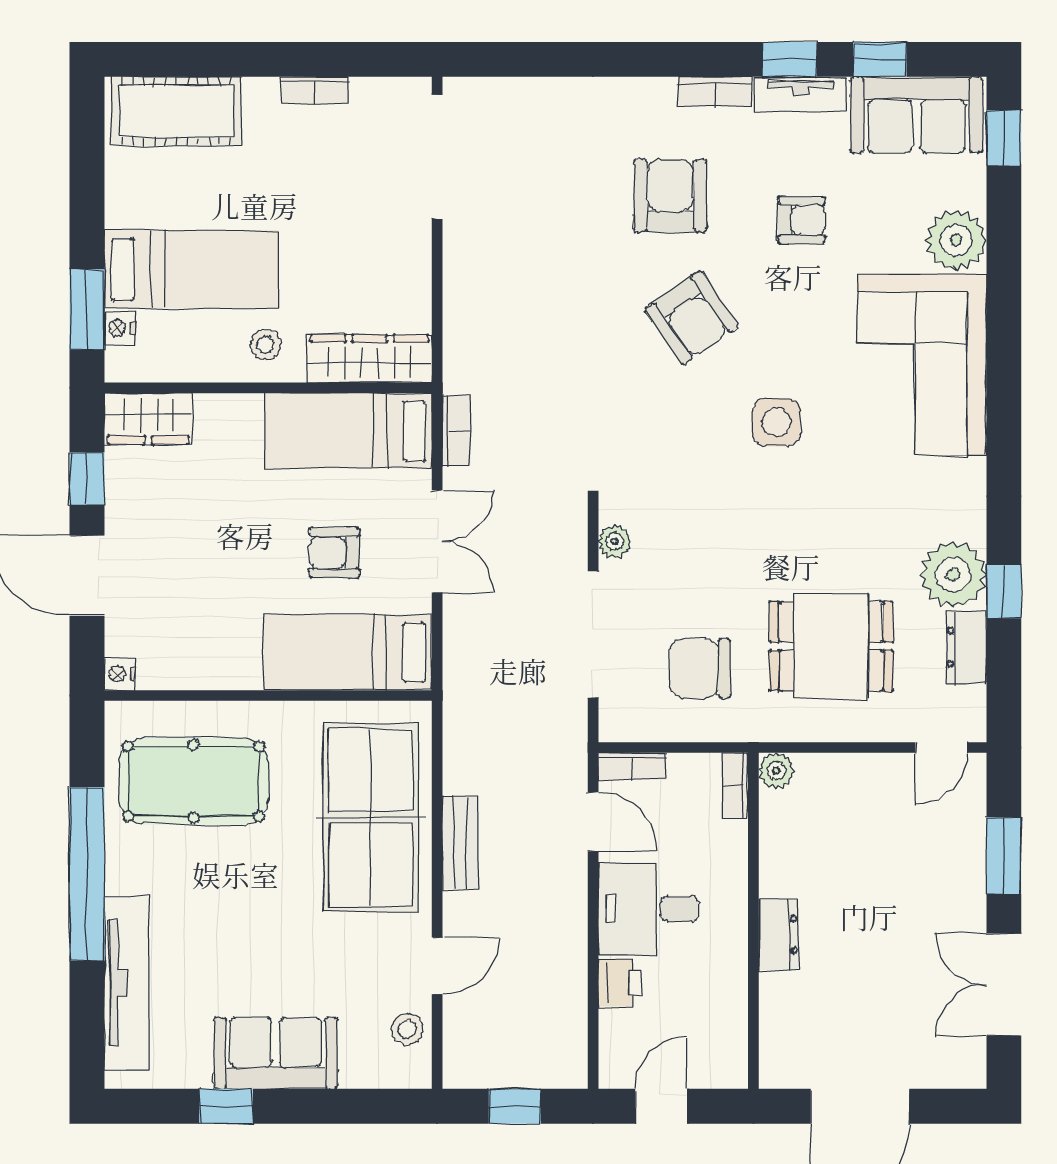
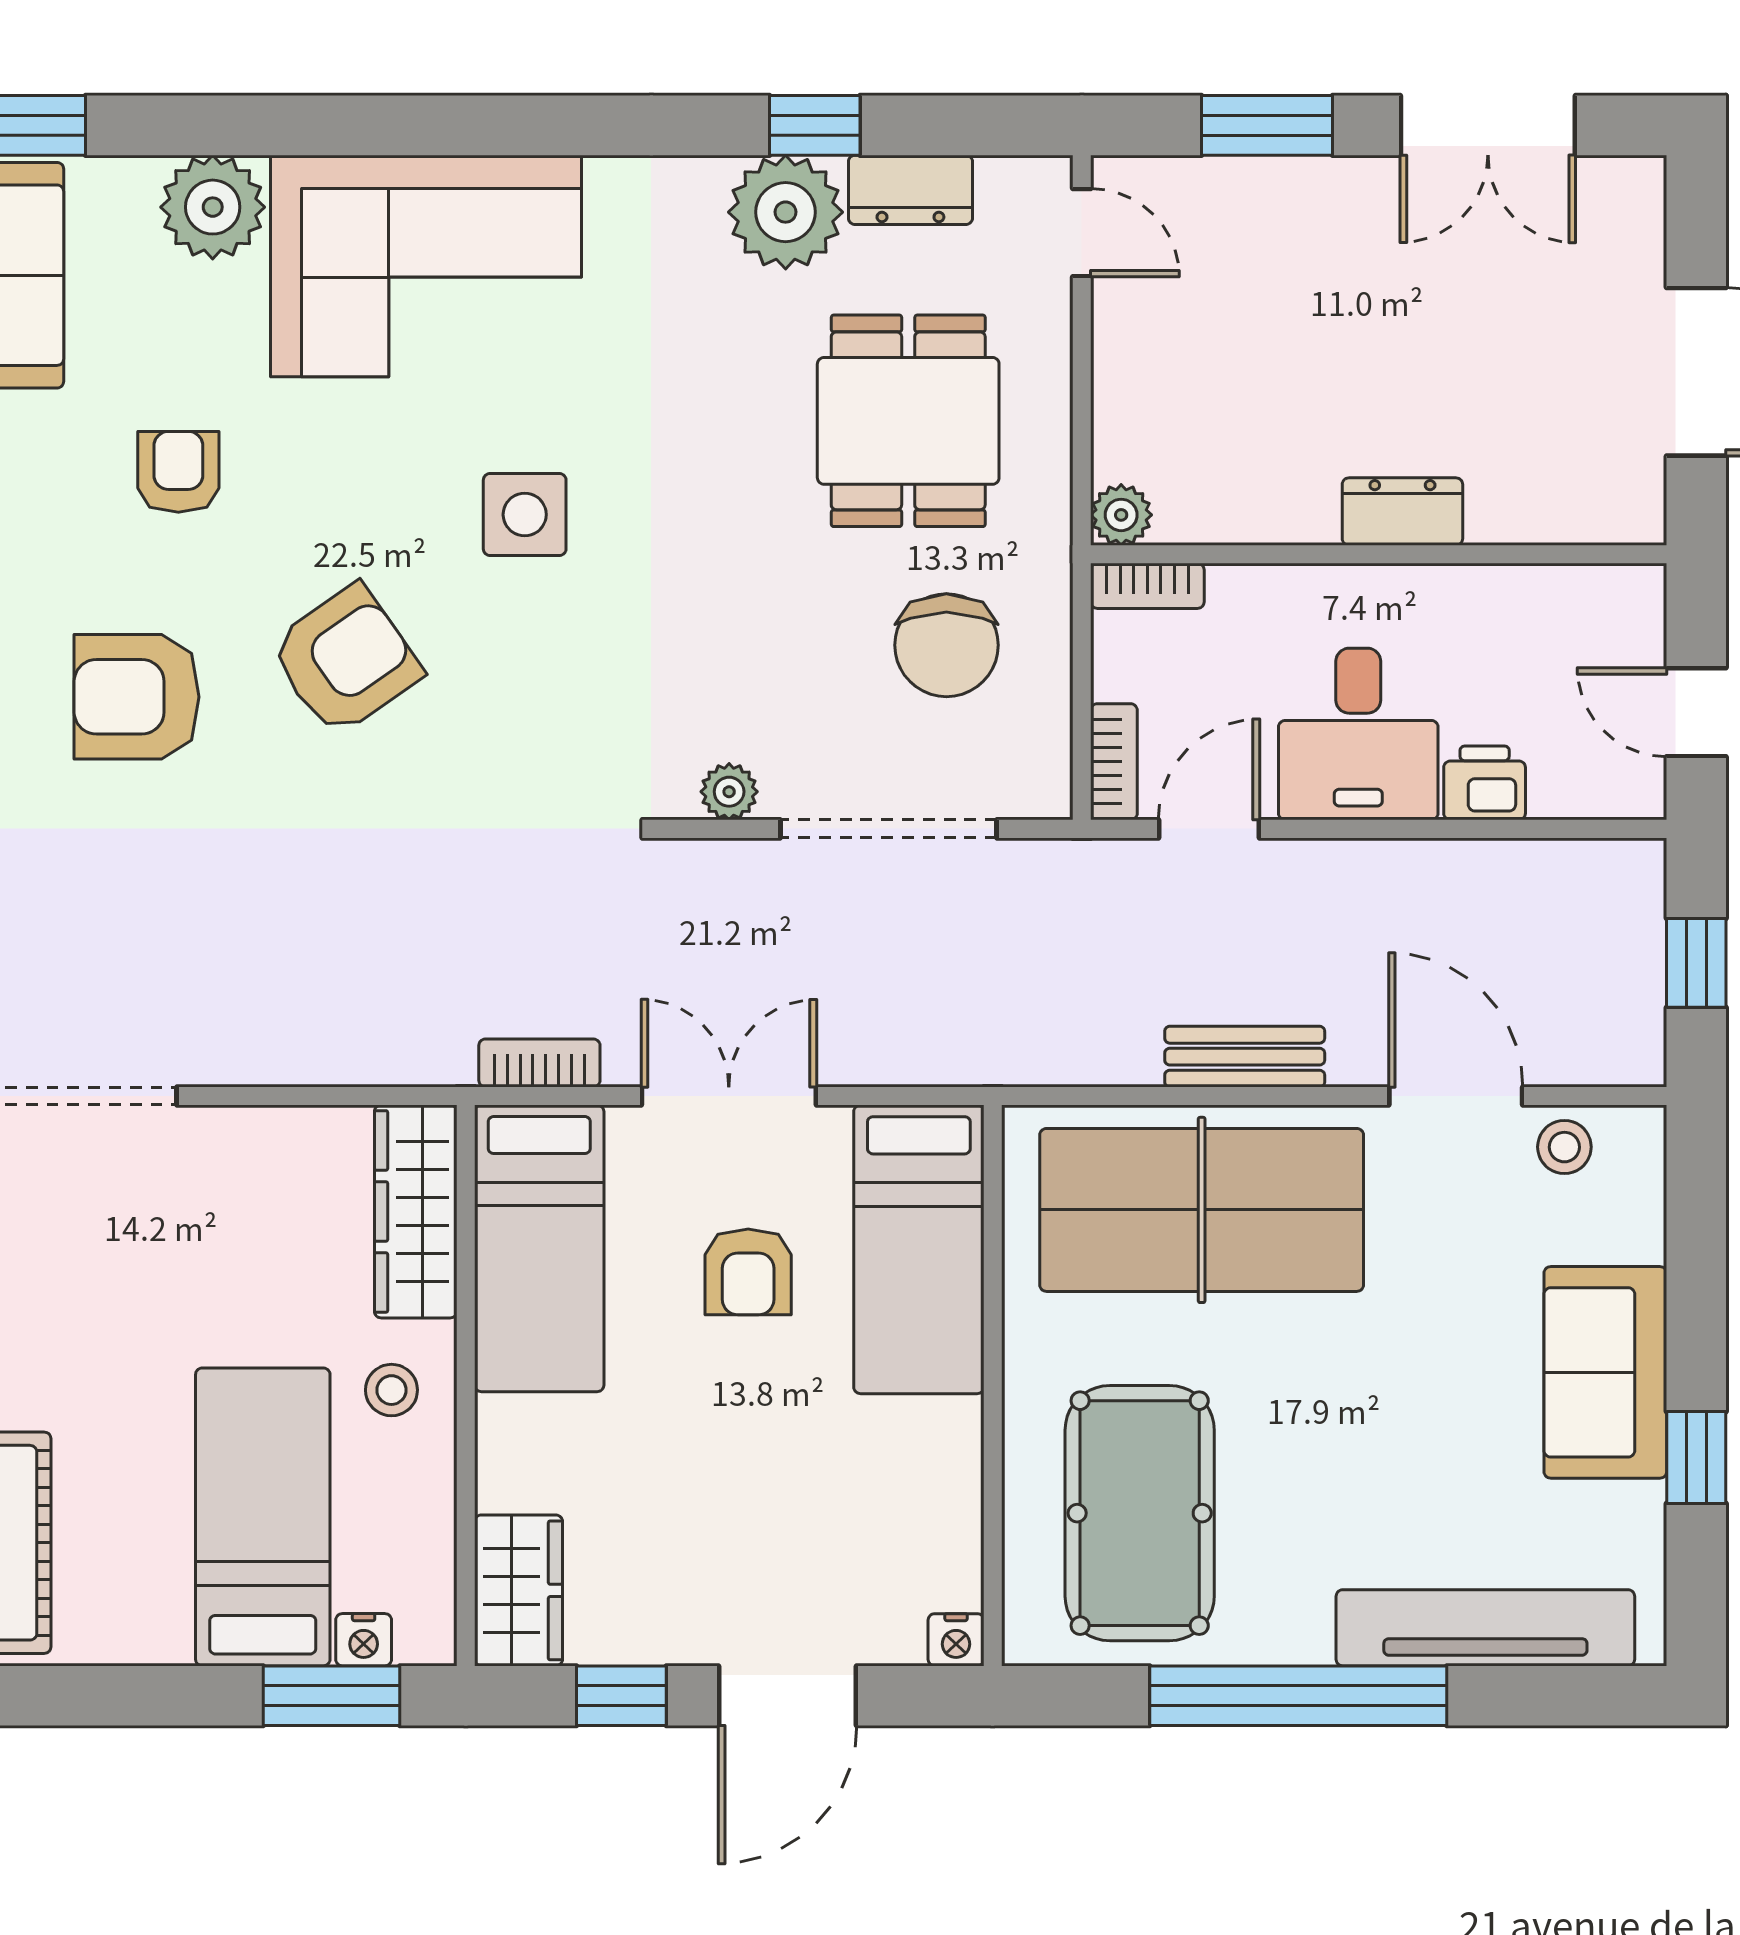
door: (437, 966) -> (1456, 1096), width x1.38

